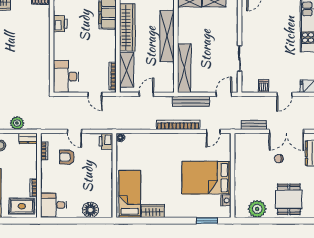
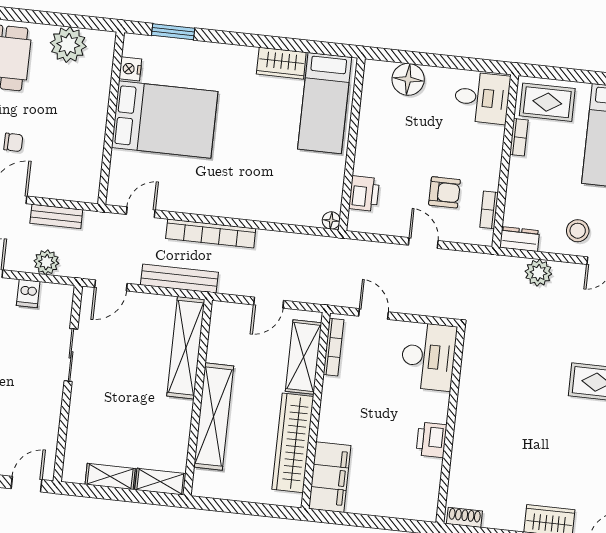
printer: (60, 24) -> (431, 440), moved
plant: (256, 102) -> (46, 262), added
printer: (106, 141) -> (364, 194), moved

